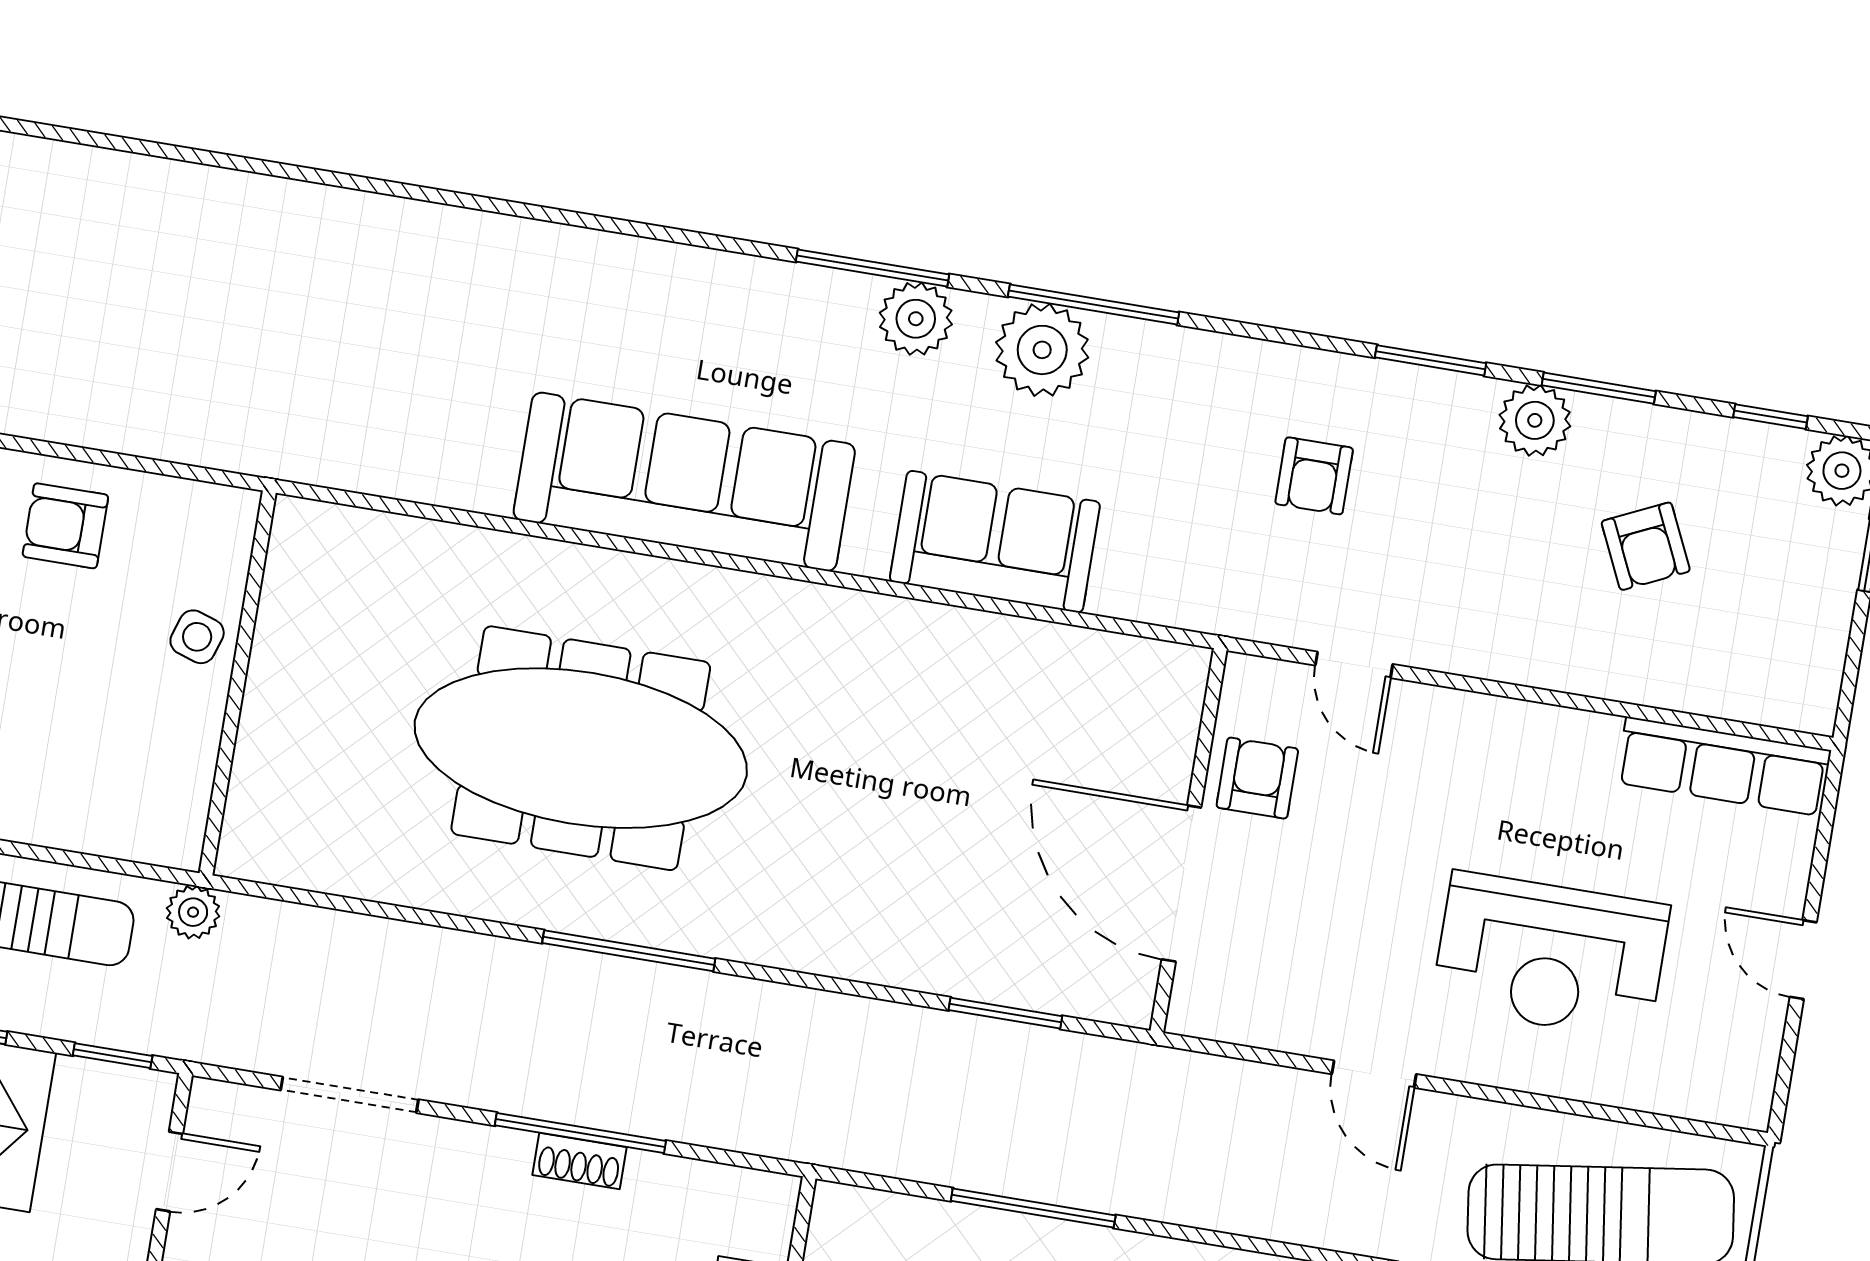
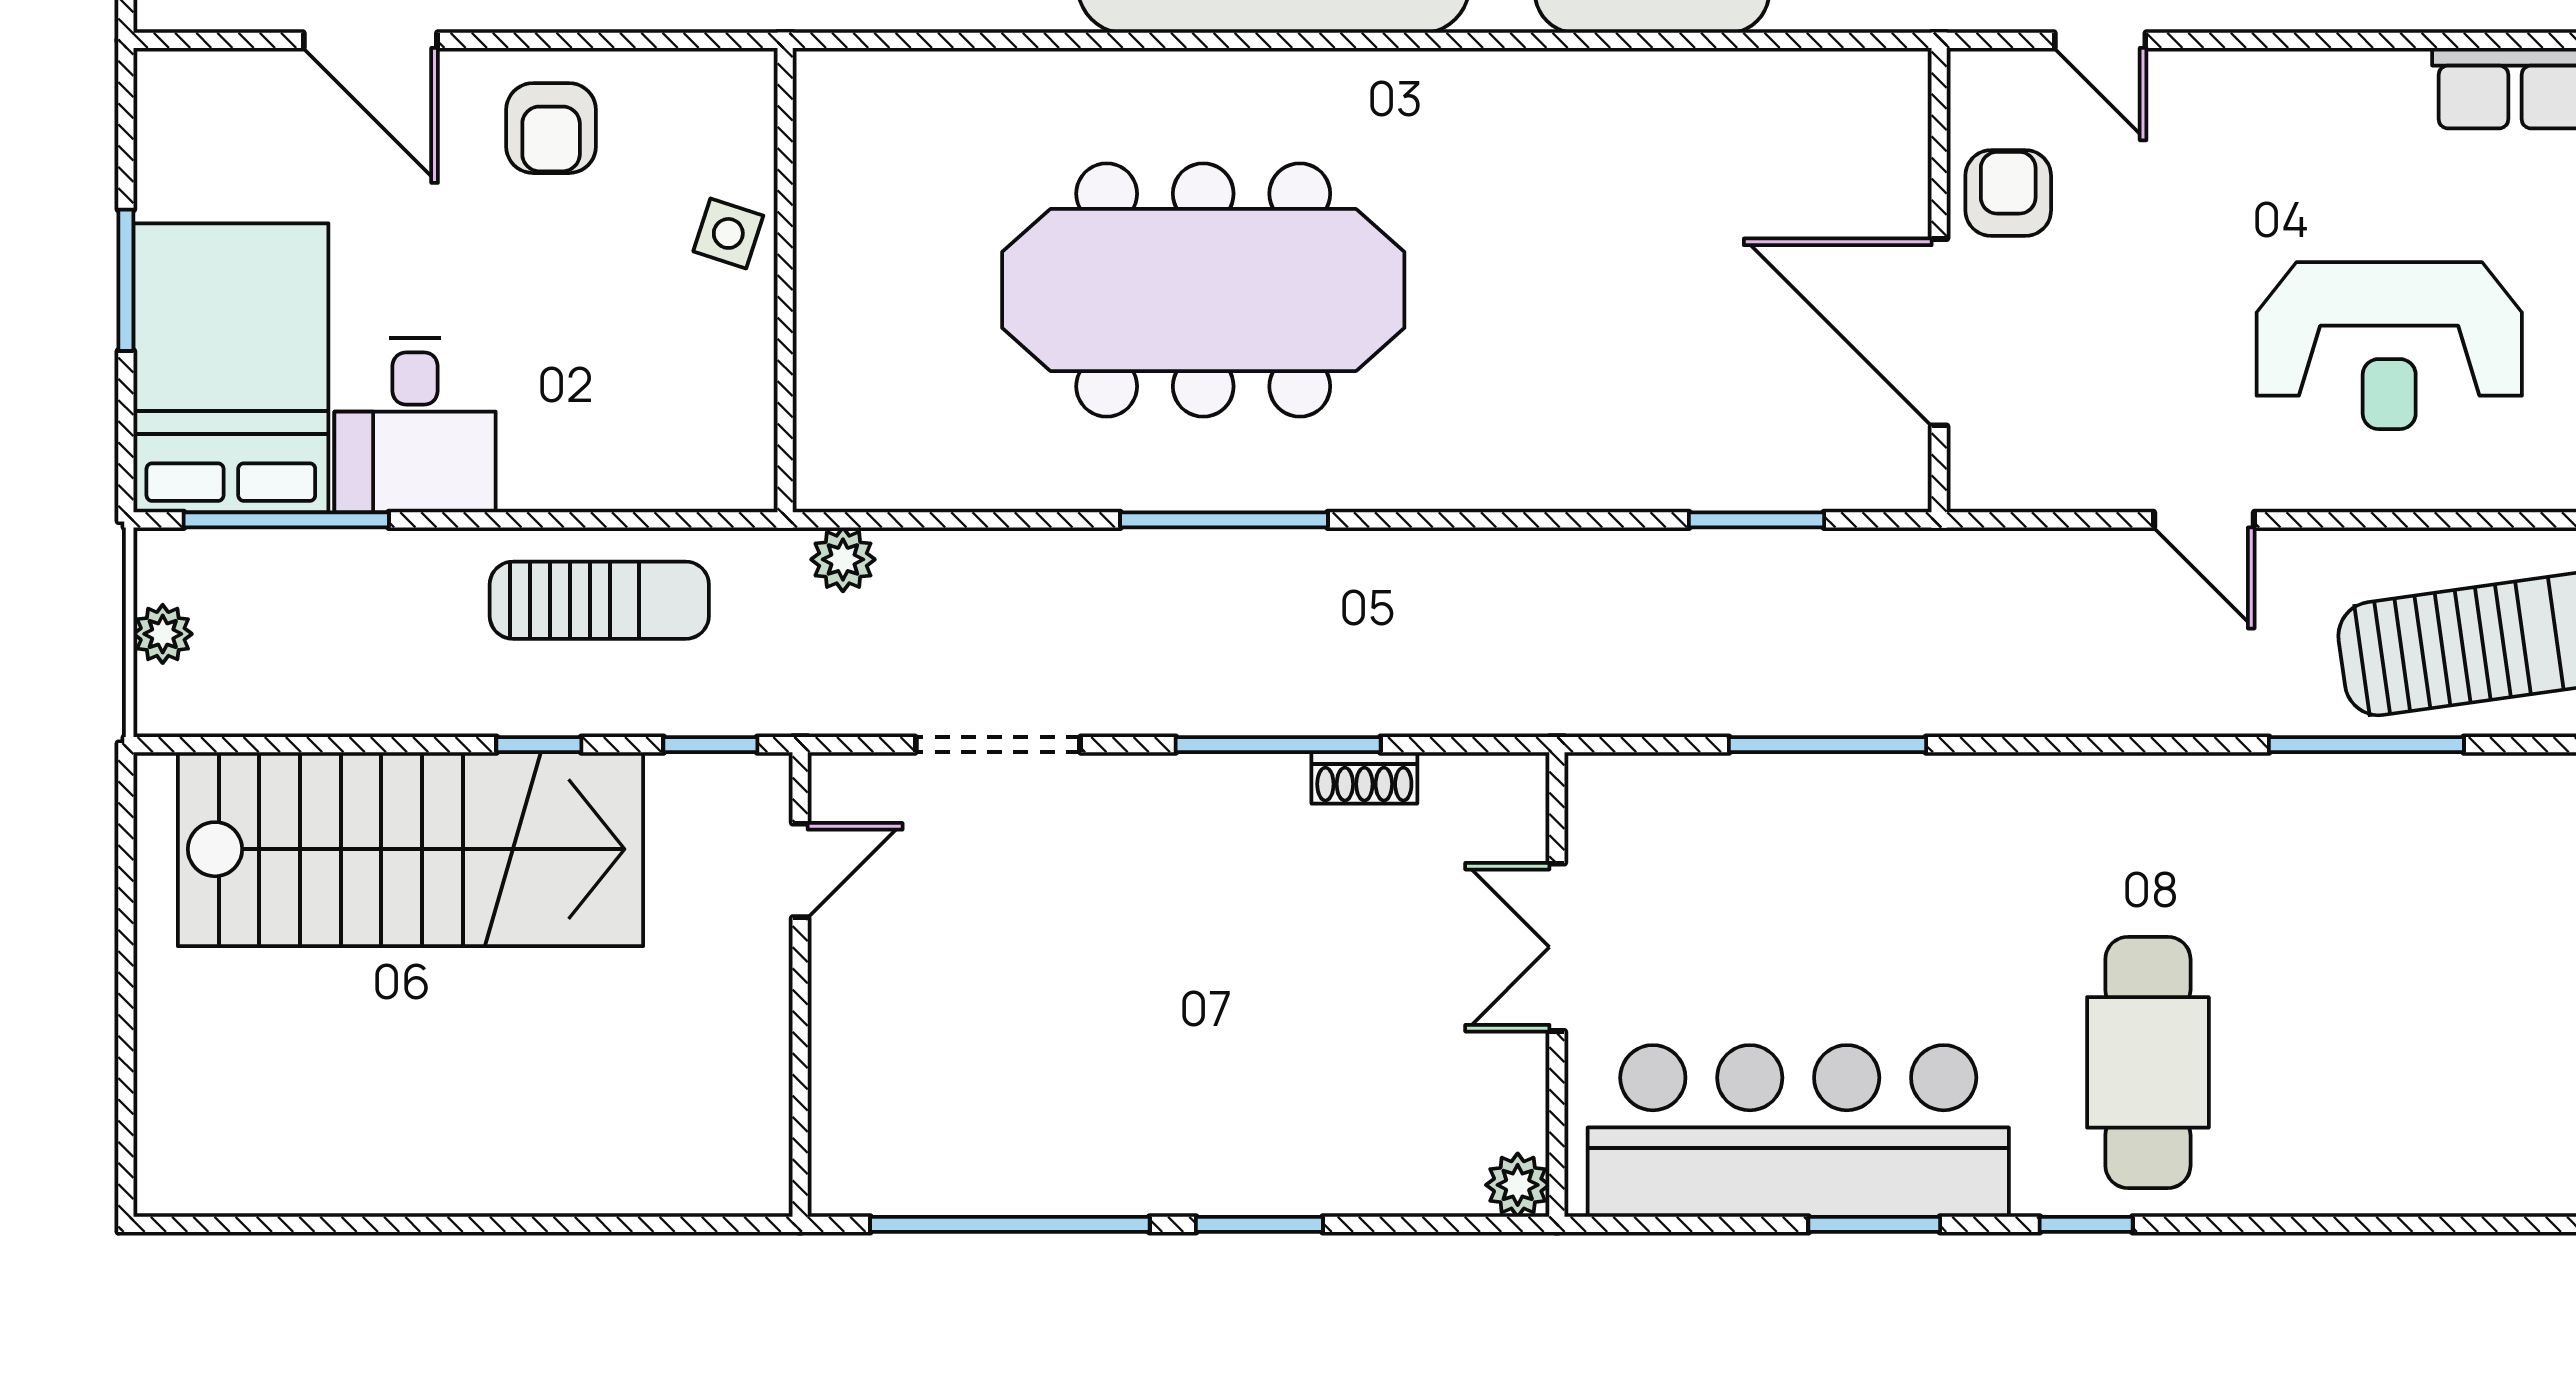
armchair: (65, 526) -> (551, 128), turned -90
plant: (193, 912) -> (843, 559), moved
window: (629, 951) -> (1224, 520), moved
shoe rack: (580, 1161) -> (1364, 778), moved

